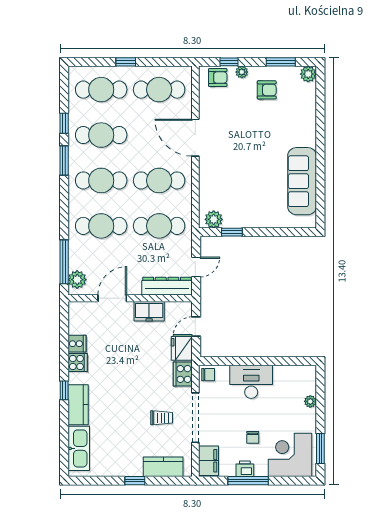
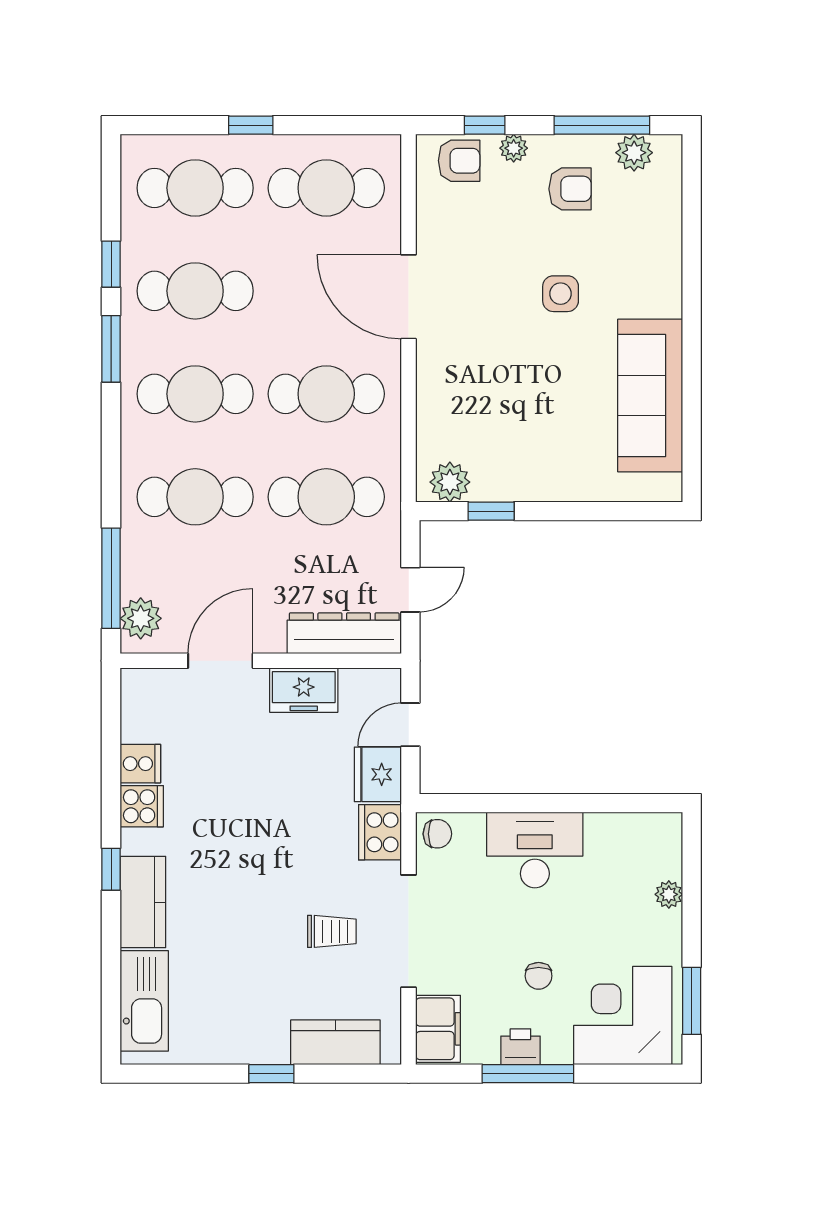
window: (281, 62) -> (602, 125), width x1.44
plant: (308, 74) -> (634, 153), moved
side table: (263, 136) -> (561, 294), added

